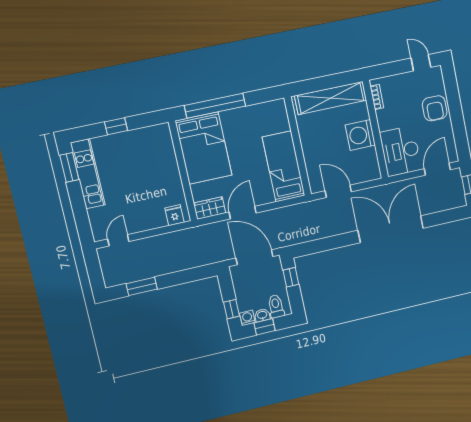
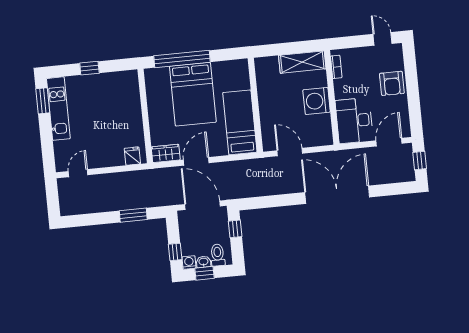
shelving: (331, 98) -> (302, 62), width x0.68
bed: (204, 148) -> (193, 94), moved
window: (142, 286) -> (133, 215), moved

